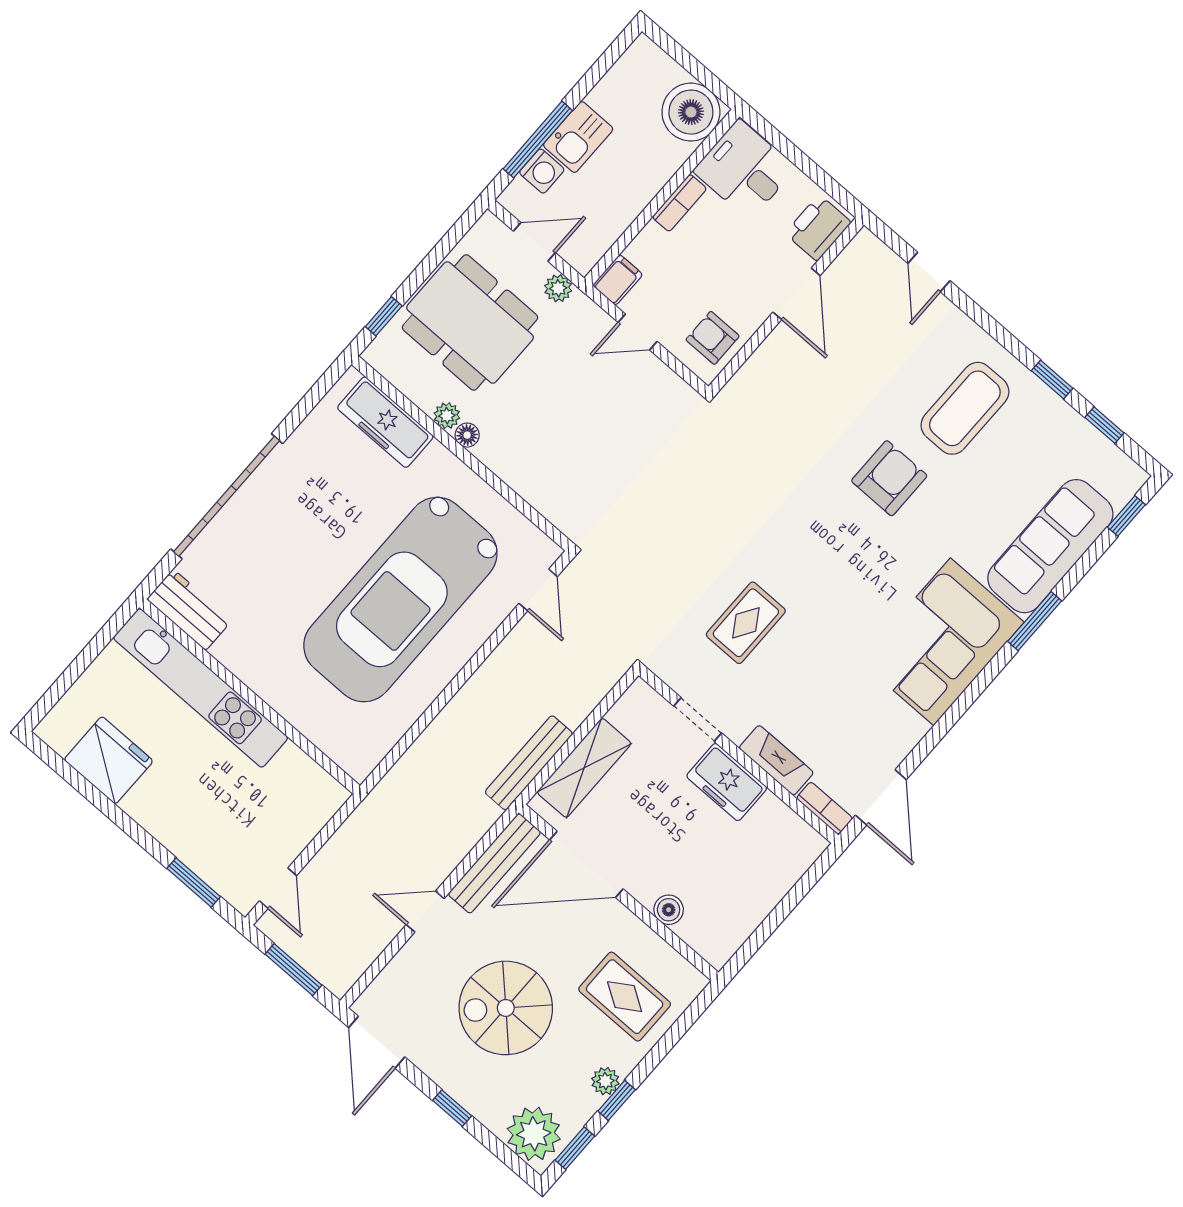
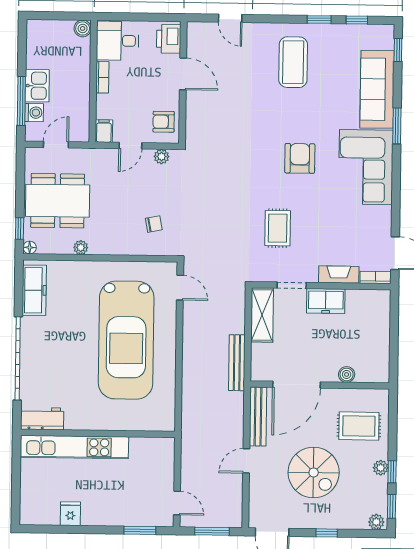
boiler: (691, 112) -> (83, 28), width x0.54, depth x0.54
plant: (558, 288) -> (162, 157), moved
freezer: (385, 422) -> (34, 290), moved, turned -90
floor lamp: (467, 435) -> (30, 247), moved
chair: (577, 470) -> (154, 224), added
armchair: (889, 478) -> (300, 158), moved
fridge: (109, 760) -> (70, 514), width x0.53, depth x0.75
shelving: (584, 768) -> (262, 315), moved
spiral stairs: (506, 1008) -> (314, 472), turned -90
plant: (534, 1134) -> (376, 522), width x0.53, depth x0.53

